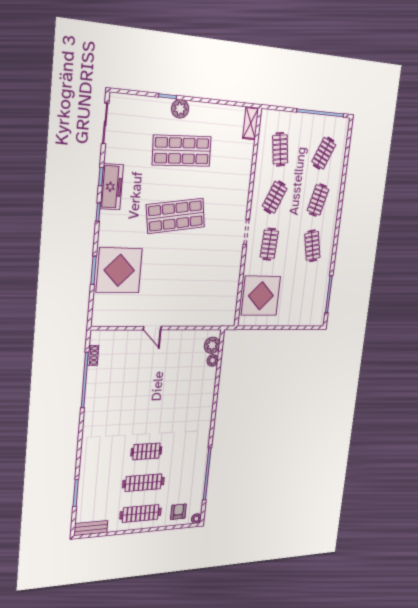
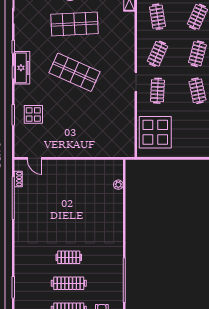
freezer: (112, 187) -> (22, 68), moved
shop shelf: (176, 216) -> (75, 72), turned 33
display table: (119, 270) -> (33, 114), width x0.54, depth x0.54
door: (152, 328) -> (35, 158), moved
plant: (212, 345) -> (116, 172), removed

